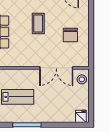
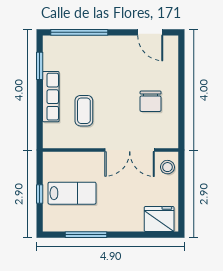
coffee table: (38, 24) -> (84, 111), moved
fridge: (81, 116) -> (159, 219), width x1.88, depth x1.34

